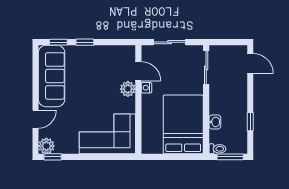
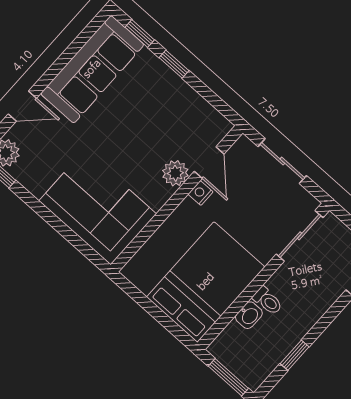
toilet: (217, 149) -> (268, 301), moved

